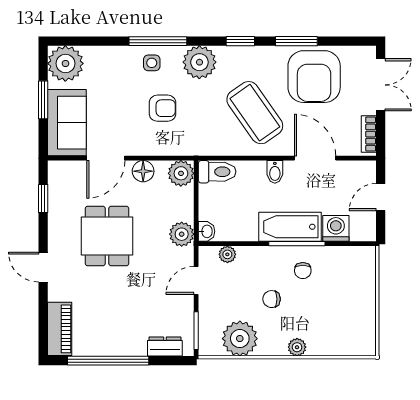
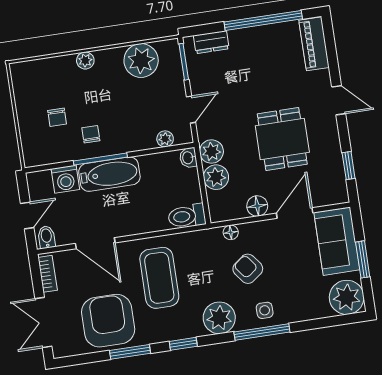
armchair: (163, 108) -> (248, 269), turned 53
coffee table: (255, 113) -> (159, 278), turned 35
floor lamp: (174, 148) -> (231, 232), added
bidet: (275, 172) -> (46, 237), moved
plant: (181, 173) -> (216, 177), moved
chair: (272, 299) -> (57, 117), moved, turned 90

